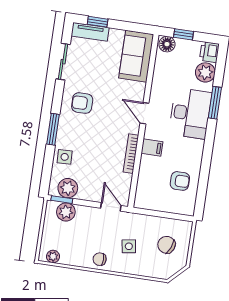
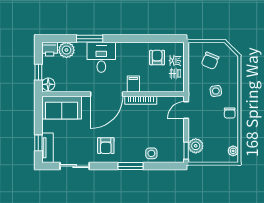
door: (144, 113) -> (107, 94), width x1.87
desk: (190, 113) -> (101, 57), width x0.73
plant: (68, 188) -> (176, 147), removed

